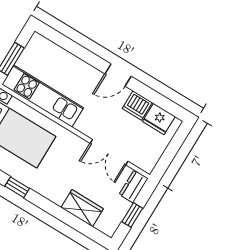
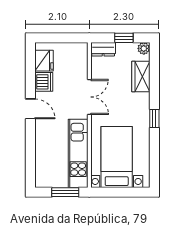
double door: (109, 152) -> (89, 97), moved
window: (17, 187) -> (154, 119), moved
plant: (109, 228) -> (144, 48), added

